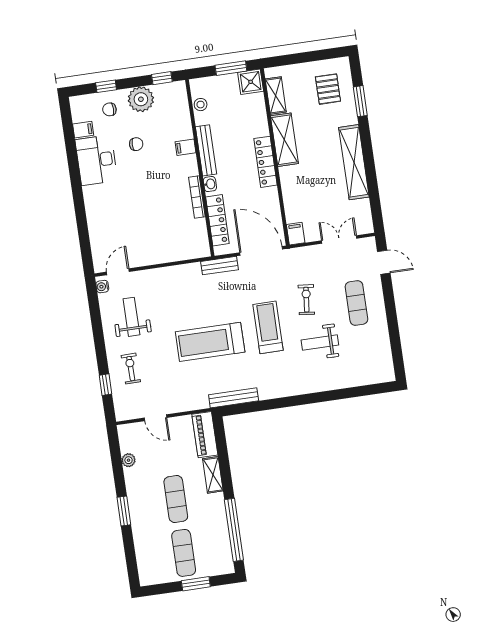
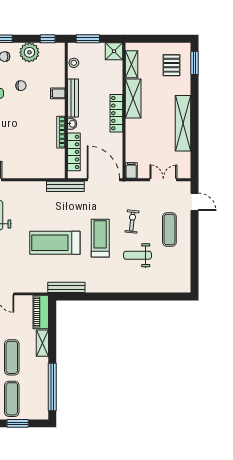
window: (231, 68) -> (88, 39), moved
window: (360, 101) -> (194, 63), moved
bench: (219, 266) -> (65, 186), width x1.36

